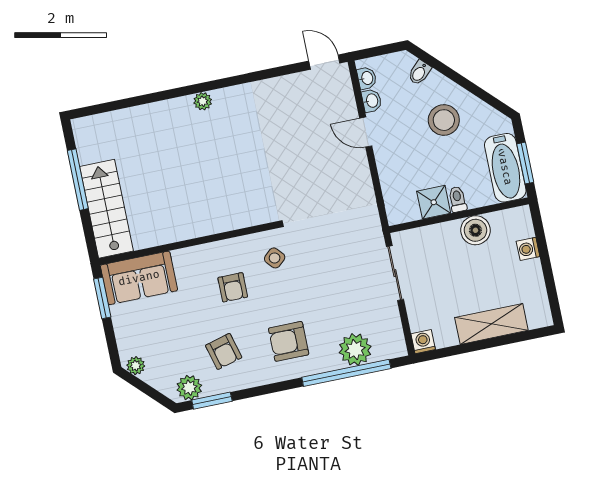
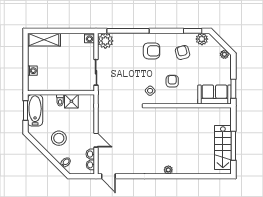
stairs: (107, 209) -> (223, 148), moved
boiler: (475, 230) -> (55, 84), removed
shelving: (491, 324) -> (44, 40), moved
plant: (355, 350) -> (105, 41), moved

